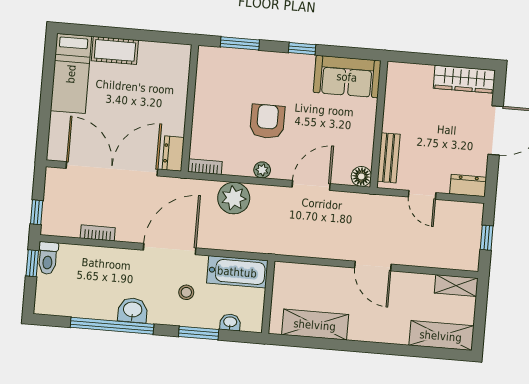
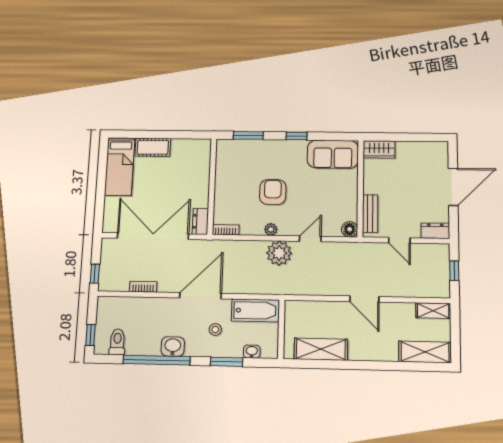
wardrobe: (464, 79) -> (379, 149), moved, width x0.67
door: (311, 185) -> (310, 239), width x0.73
plant: (234, 198) -> (279, 253), moved
toilet: (48, 258) -> (117, 342), moved, turned 180
window: (32, 263) -> (91, 335), moved

